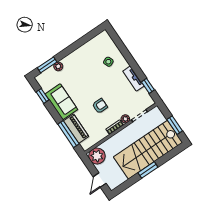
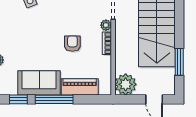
window: (68, 134) -> (54, 99), moved
window: (148, 170) -> (179, 62), moved

